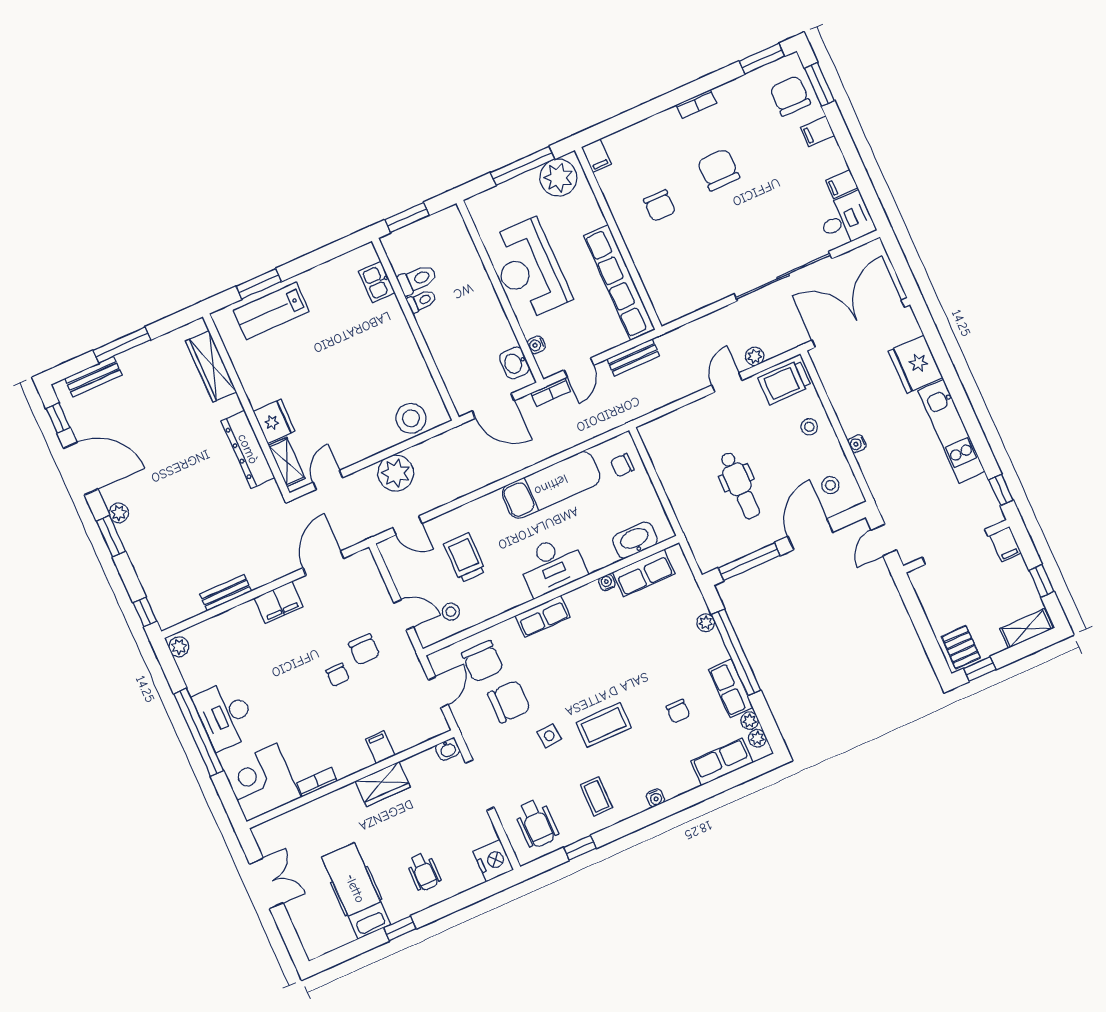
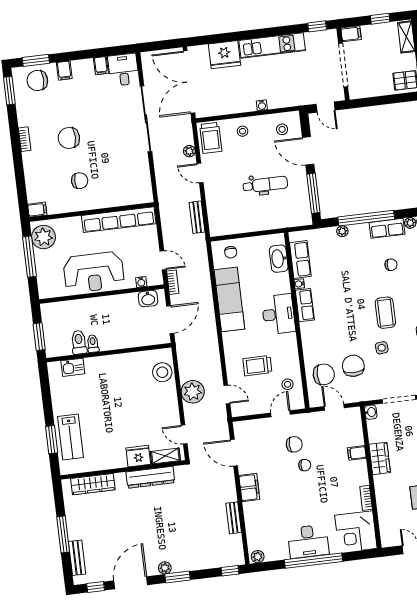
bench: (633, 357) -> (197, 217), moved
door: (407, 526) -> (227, 395), hinge flipped
row of seats: (543, 616) -> (305, 305), moved

